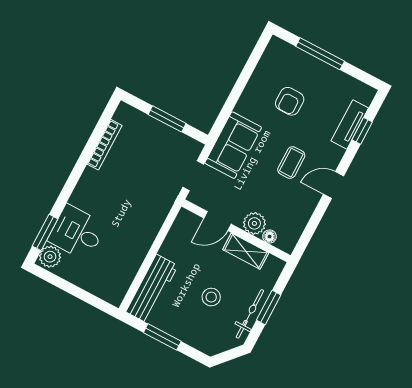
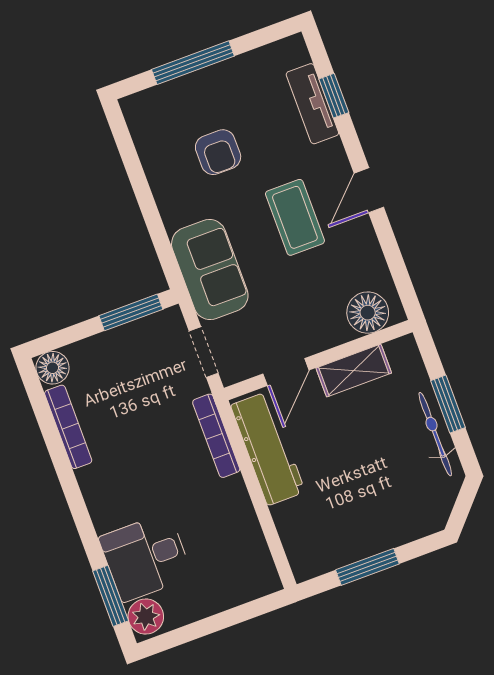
floor lamp: (125, 114) -> (52, 368), added
window: (167, 119) -> (131, 312), moved
coffee table: (291, 163) -> (295, 217), width x1.36, depth x1.30
bookcase: (160, 215) -> (216, 436), added
plant: (254, 223) -> (329, 329), removed
floor lamp: (270, 237) -> (368, 313), width x1.89, depth x1.89
workbench: (152, 289) -> (268, 448), moved
stool: (211, 297) -> (372, 463), removed

